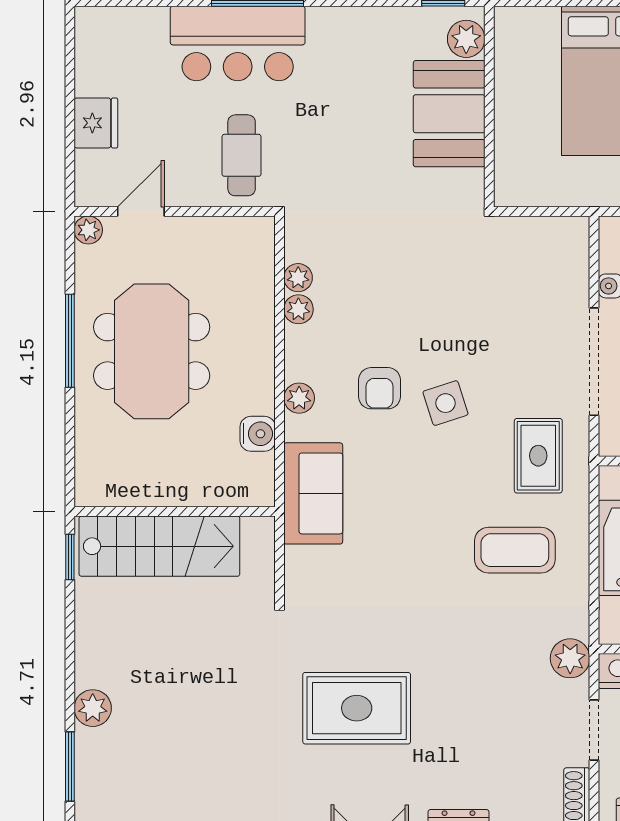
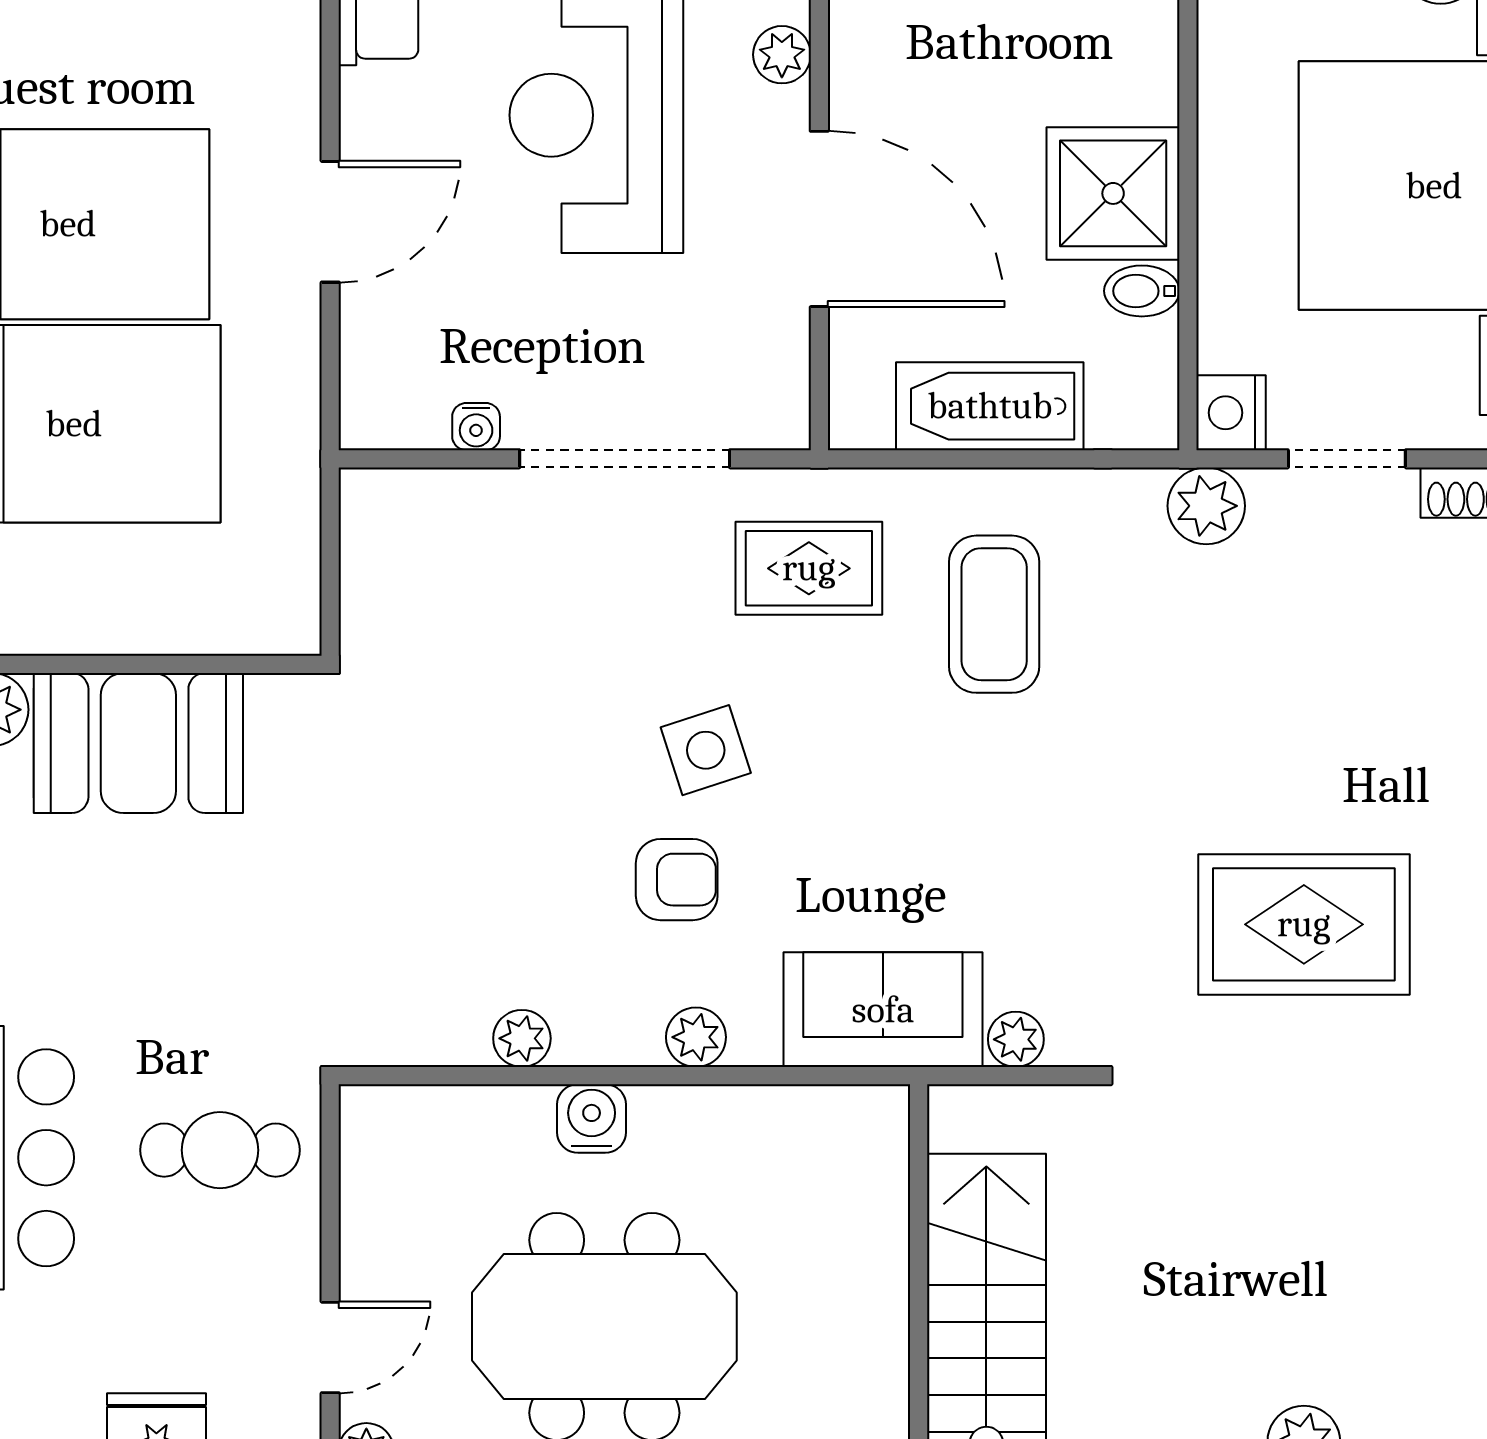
door: (141, 212) -> (330, 1347), swing flipped
plant: (298, 278) -> (1016, 1039), moved
water cooler: (258, 434) -> (592, 1118), moved
rug: (357, 708) -> (1304, 924), turned 90

